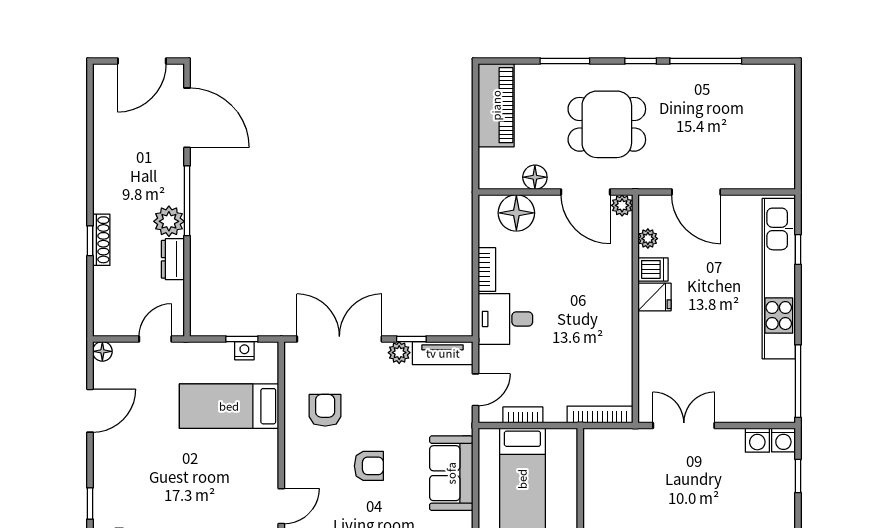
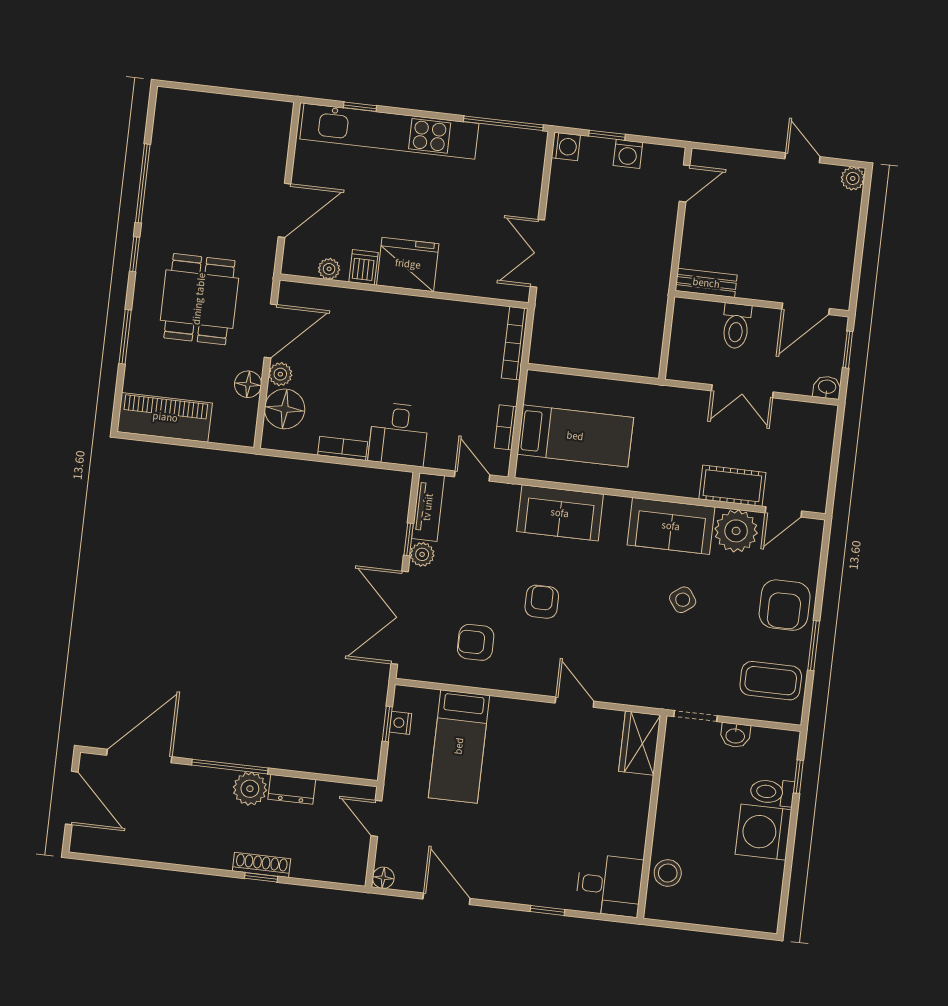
plant: (622, 205) -> (280, 374), moved
fridge: (654, 297) -> (408, 264), width x1.88, depth x1.34
washing machine: (757, 440) -> (628, 154), moved, turned 90

